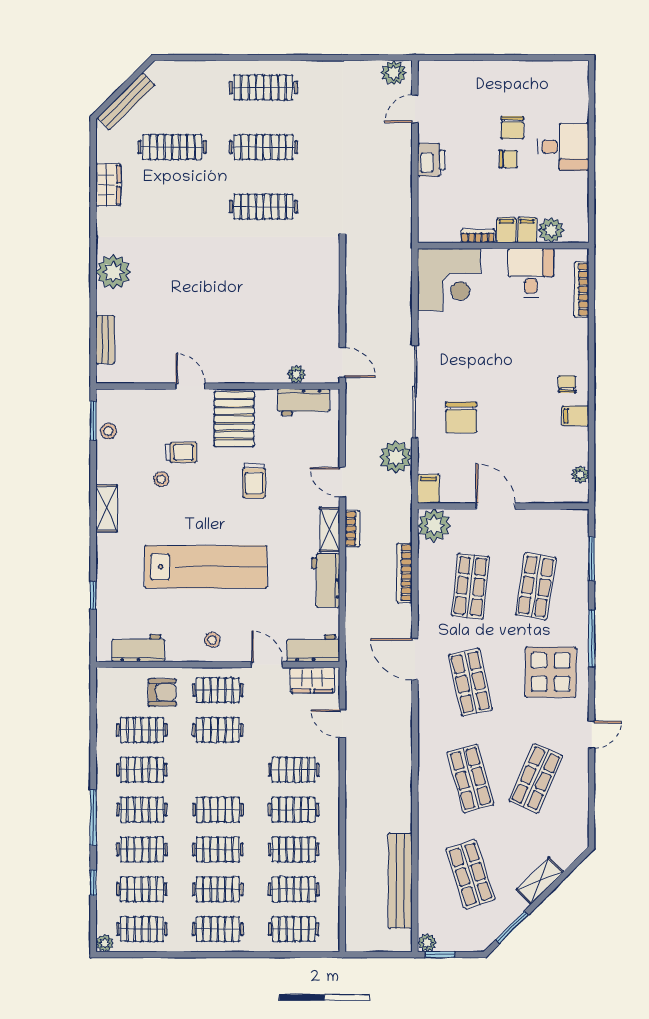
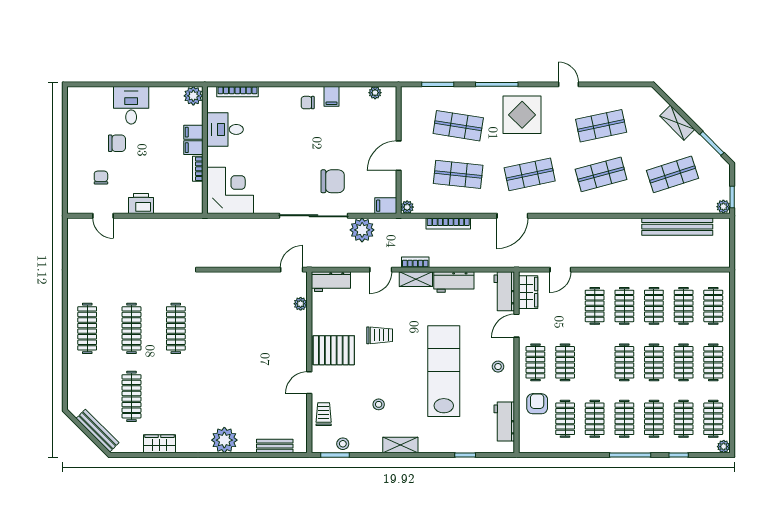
plant: (394, 73) -> (76, 231), removed
chair: (508, 159) -> (101, 178), moved
plant: (551, 230) -> (193, 96), moved
workbench: (304, 402) -> (331, 282), moved, turned 90
trolley: (181, 452) -> (324, 414), moved
plant: (434, 525) -> (407, 207), width x0.53, depth x0.53
shop shelf: (536, 778) -> (601, 126), turned -36

